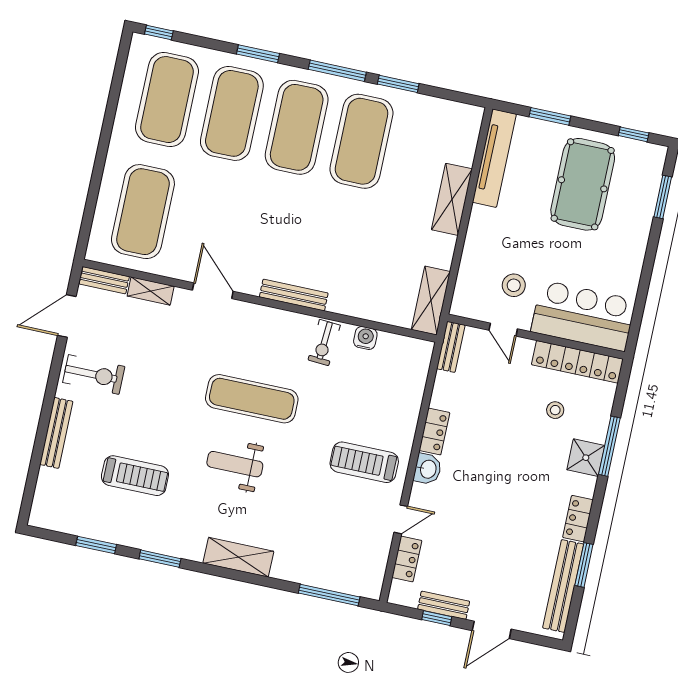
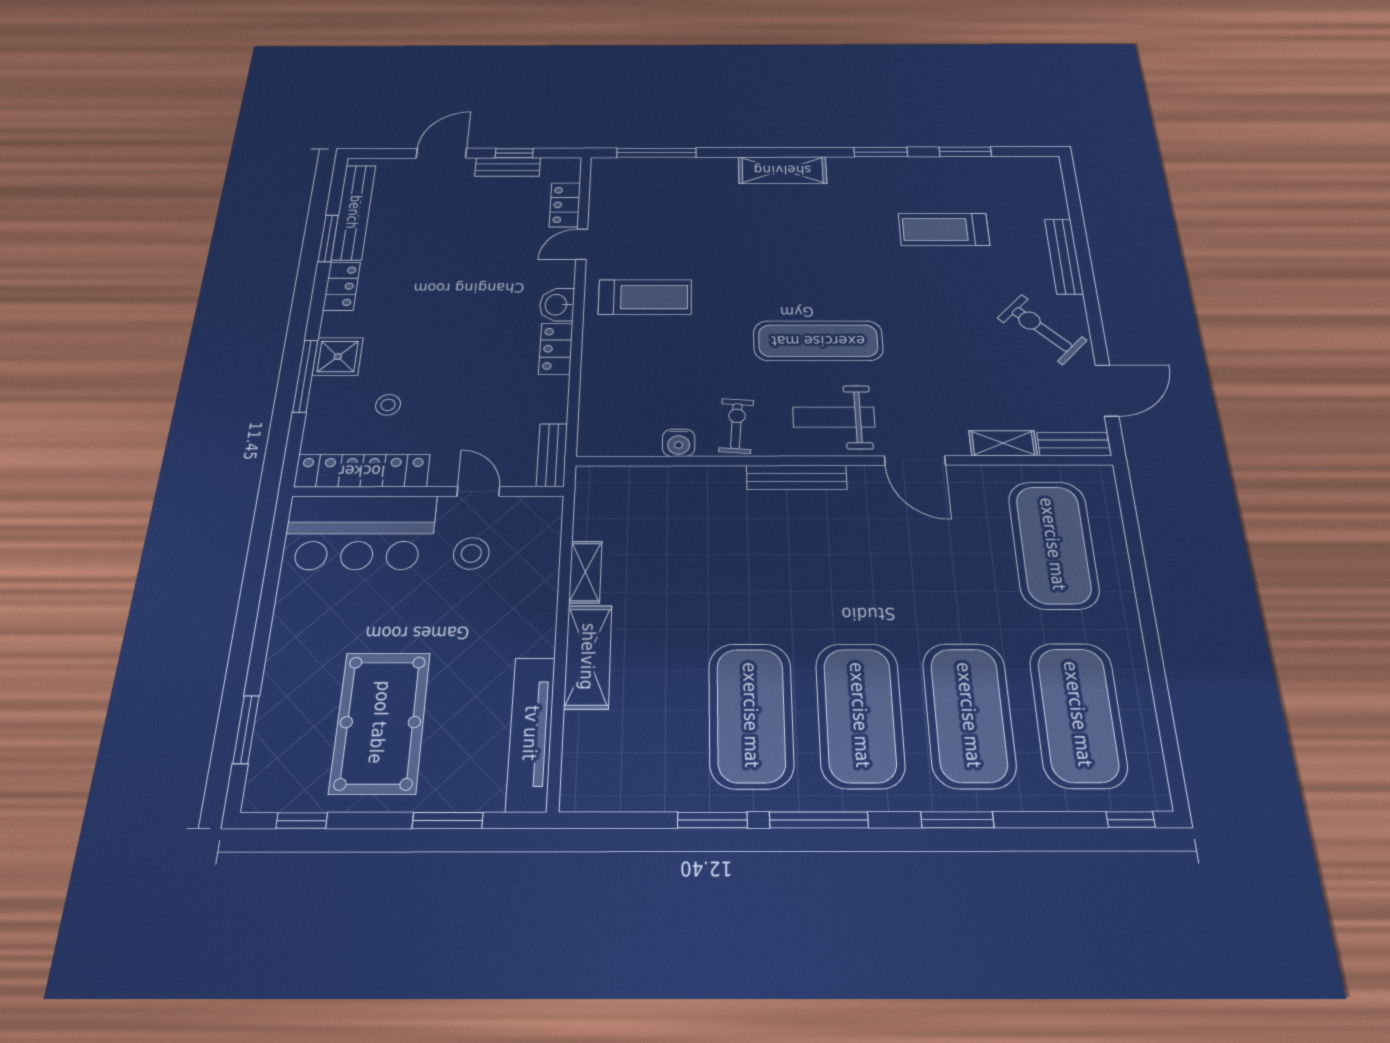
shelving: (431, 301) -> (585, 572), moved, width x0.67, depth x0.75
exercise bike: (94, 374) -> (1042, 329), turned 44
weight bench: (235, 464) -> (834, 417), moved, turned 180

